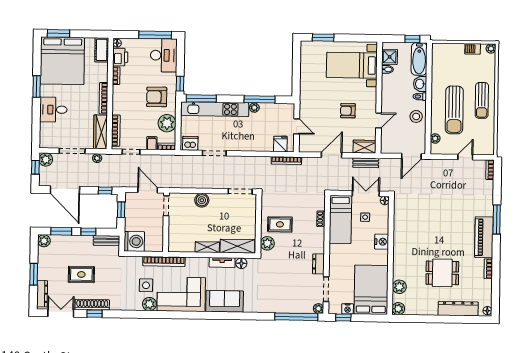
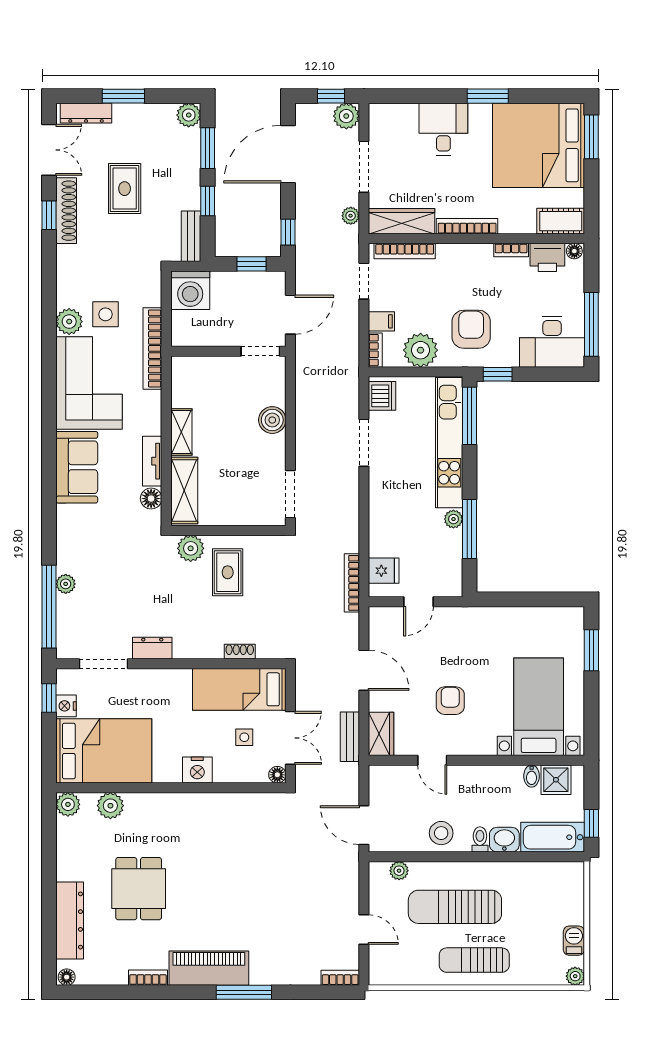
plant: (318, 309) -> (66, 584), moved

